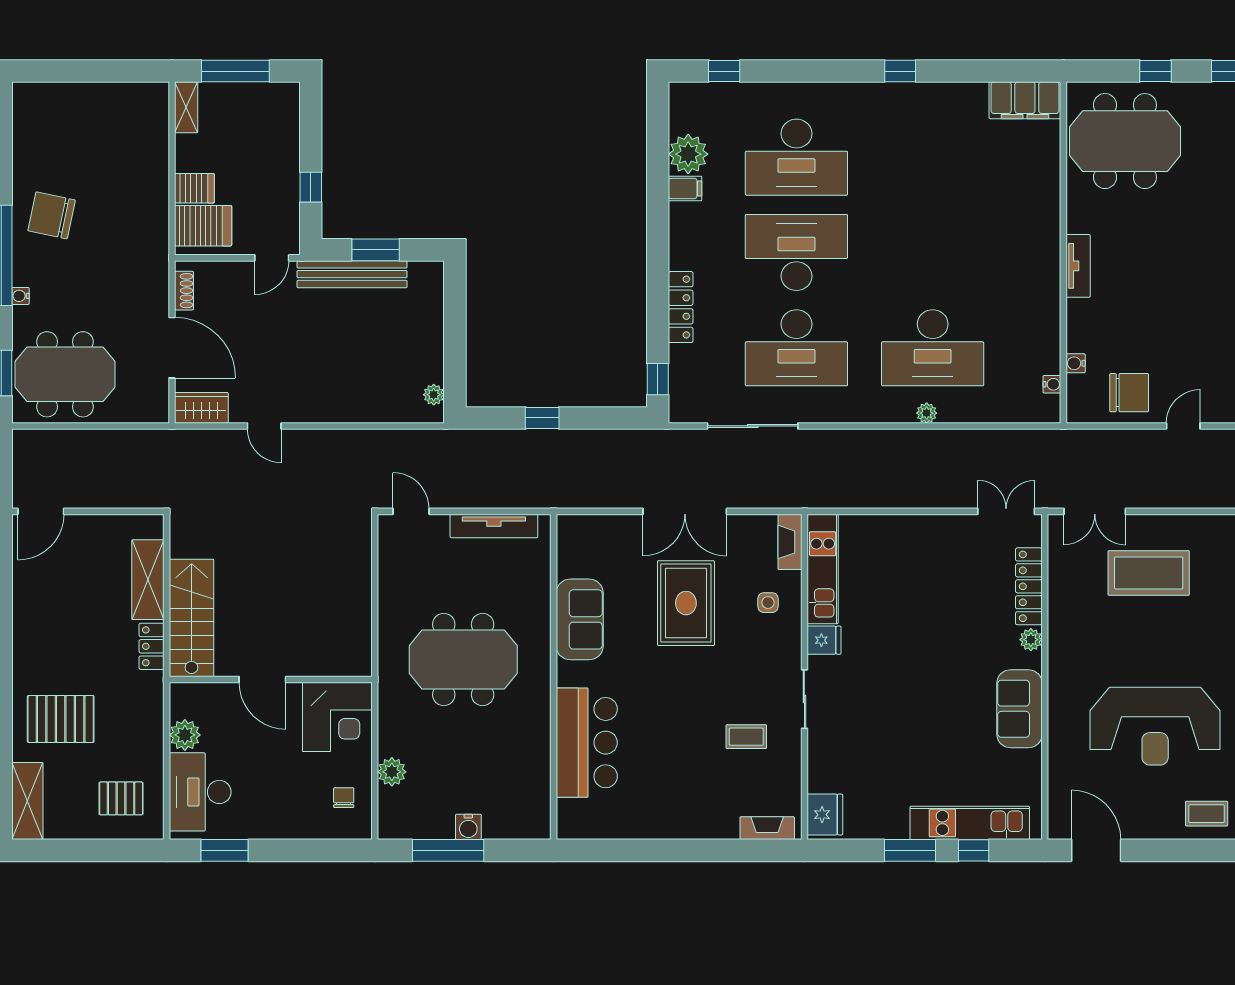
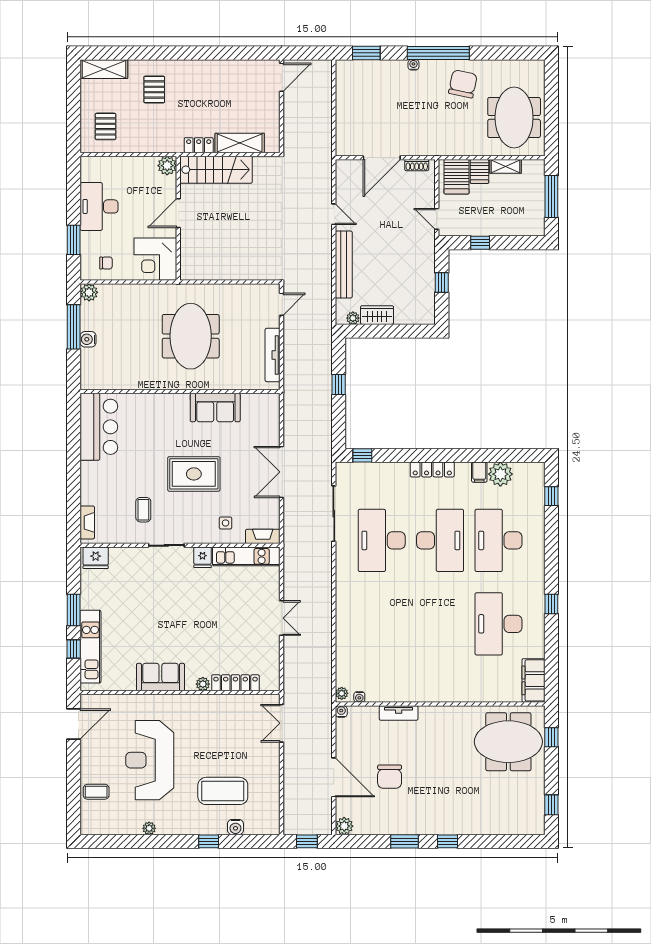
window: (1155, 71) -> (551, 737), moved
shelving: (186, 107) -> (506, 166), moved
meeting table: (1125, 141) -> (508, 742), turned 90
window: (376, 250) -> (442, 282), width x0.67
tv unit: (1078, 266) -> (399, 713), moved
bench: (352, 274) -> (344, 264), moved
locker: (681, 307) -> (432, 469), moved
desk: (933, 348) -> (498, 624), moved
water cooler: (1076, 363) -> (341, 711), moved
meeting table: (65, 374) -> (514, 117), moved
chair: (1129, 393) -> (390, 777), moved
wardrobe: (201, 408) -> (377, 315), moved, turned -90
plant: (927, 413) -> (342, 693), moved
door: (264, 426) -> (334, 214), swing flipped
door: (1183, 426) -> (334, 777), width x1.88
door: (41, 511) -> (281, 77), swing flipped
double door: (1006, 511) -> (281, 618), moved
coffee table: (1149, 573) -> (223, 791), moved, turned 90
rug: (686, 603) -> (194, 474), moved
pallet: (61, 719) -> (154, 89), width x0.67, depth x0.71
plant: (185, 735) -> (167, 166), moved
bar counter: (587, 743) -> (99, 427), moved, turned -90
plant: (392, 772) -> (89, 292), moved
desk: (200, 792) -> (99, 206), moved, turned -90
coffee table: (1207, 814) -> (96, 792), turned 90
window: (224, 850) -> (74, 240), moved

